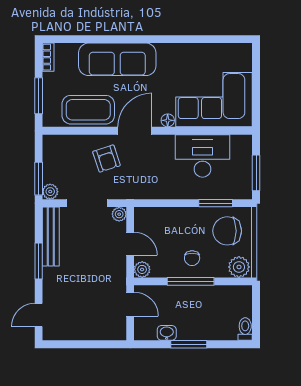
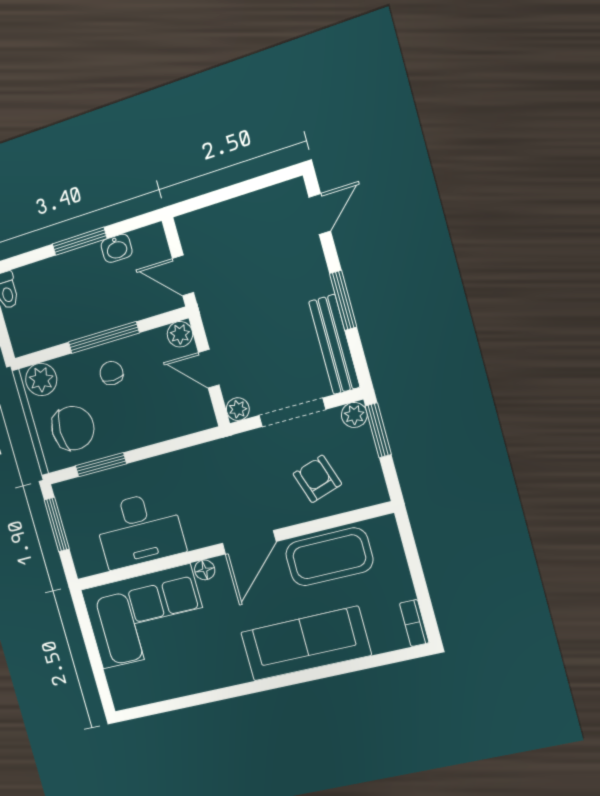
window: (39, 96) -> (413, 560), removed
armchair: (106, 159) -> (317, 479), moved

